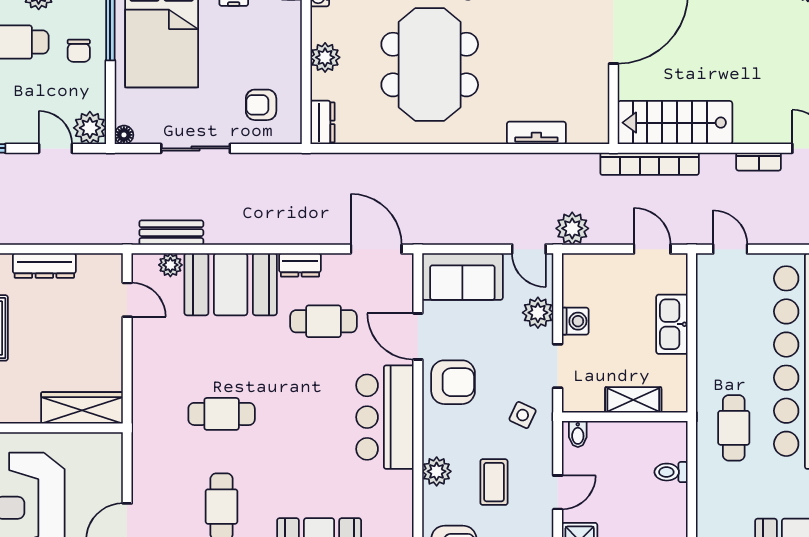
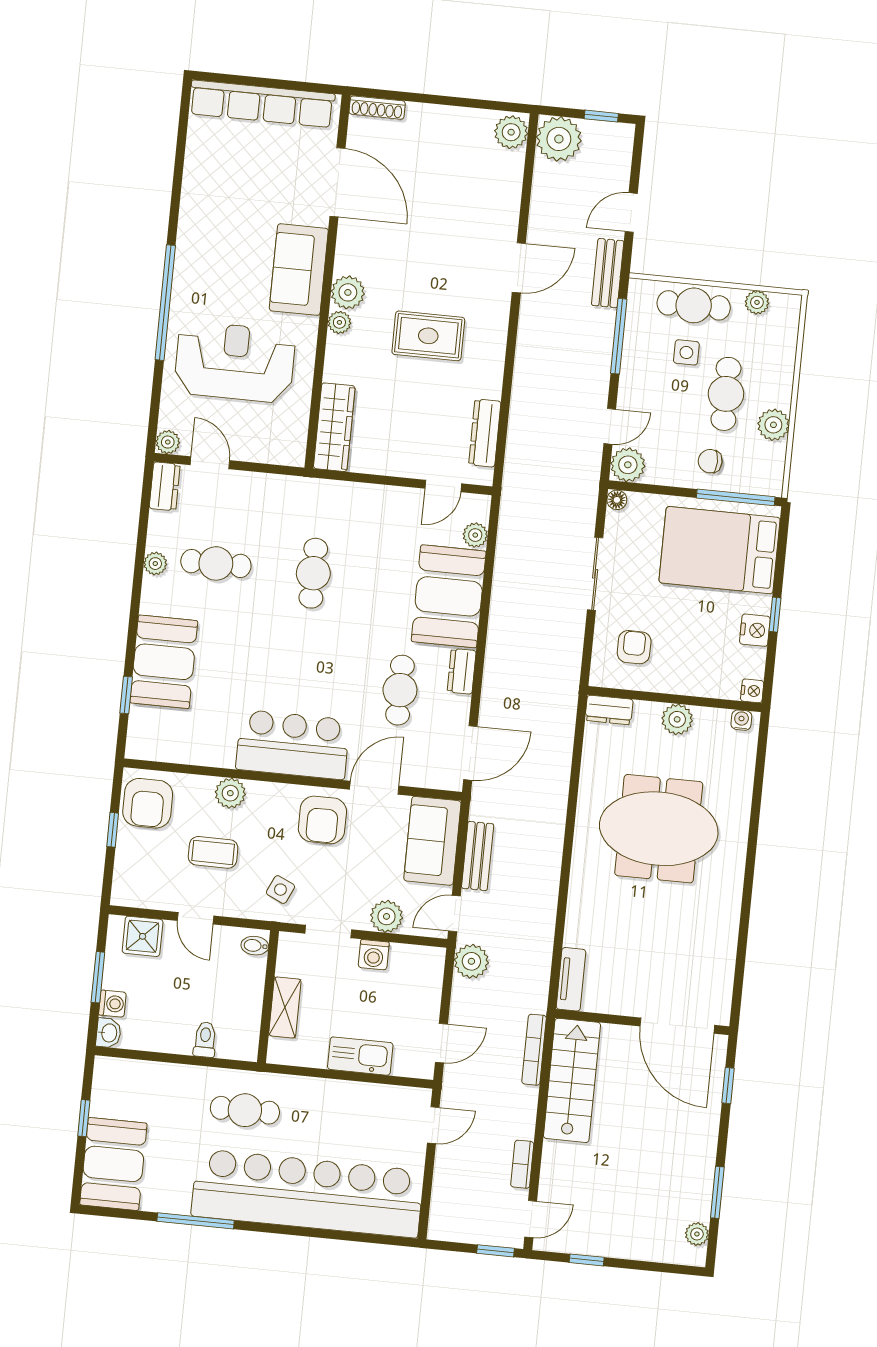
tv unit: (536, 133) -> (571, 979), moved
bookcase: (650, 164) -> (534, 1050), width x0.68, depth x0.76
bench: (171, 233) -> (478, 856), moved
dresser: (44, 266) -> (485, 433), moved

